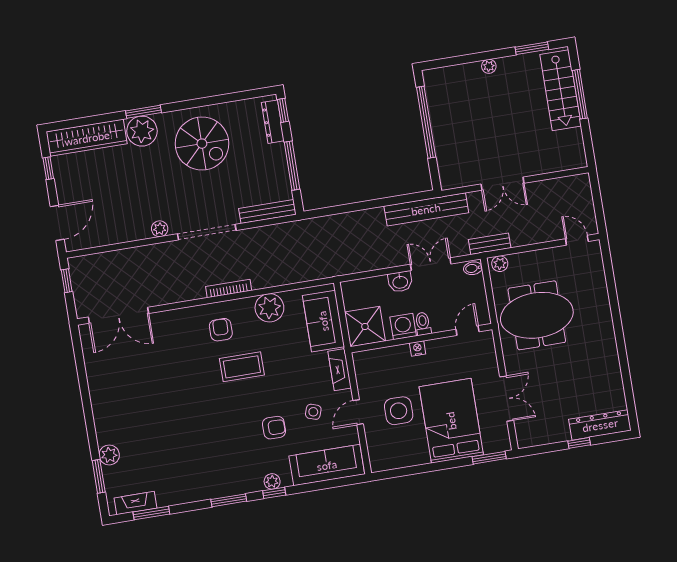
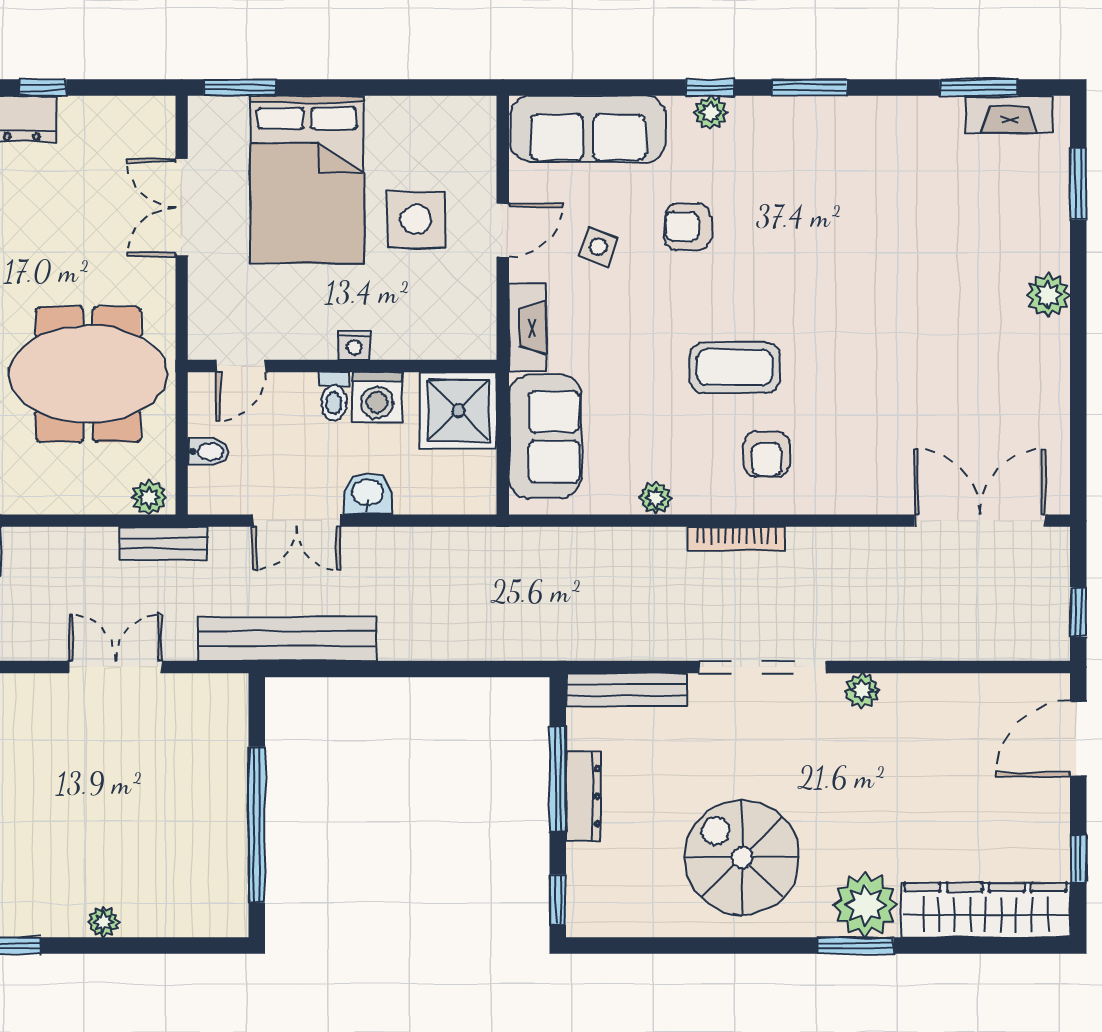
dresser: (273, 122) -> (583, 796), moved
bidet: (473, 268) -> (208, 452), moved
plant: (269, 308) -> (655, 498), width x0.53, depth x0.53
plant: (109, 455) -> (1048, 295), moved

